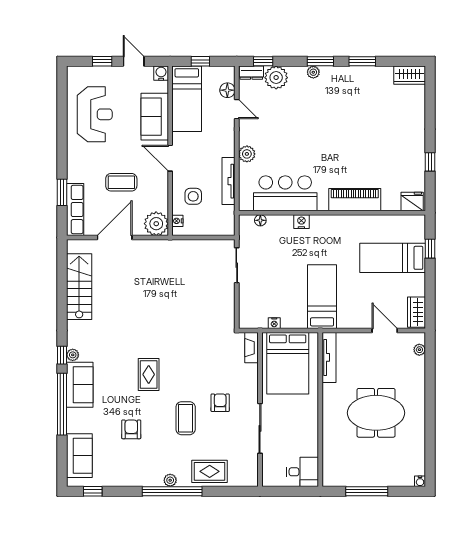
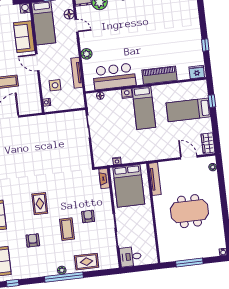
plant: (156, 224) -> (33, 106), removed
bed: (322, 297) -> (144, 108), moved, turned 180
desk: (303, 472) -> (130, 257), moved, turned 180

